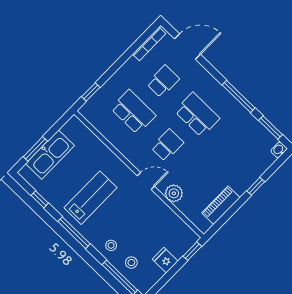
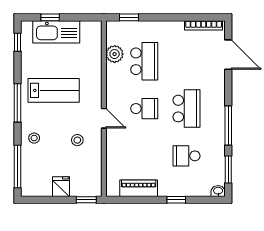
school desk: (163, 81) -> (187, 156), moved, turned 180
window: (35, 149) -> (50, 17), width x0.67
plant: (174, 193) -> (115, 54), moved
window: (40, 199) -> (17, 42), moved
stool: (131, 263) -> (77, 140), moved

